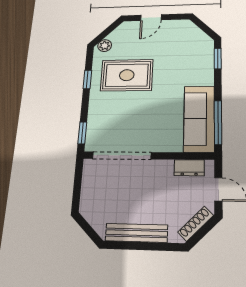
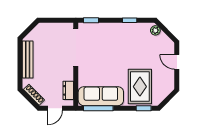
rug: (127, 75) -> (140, 87), moved

